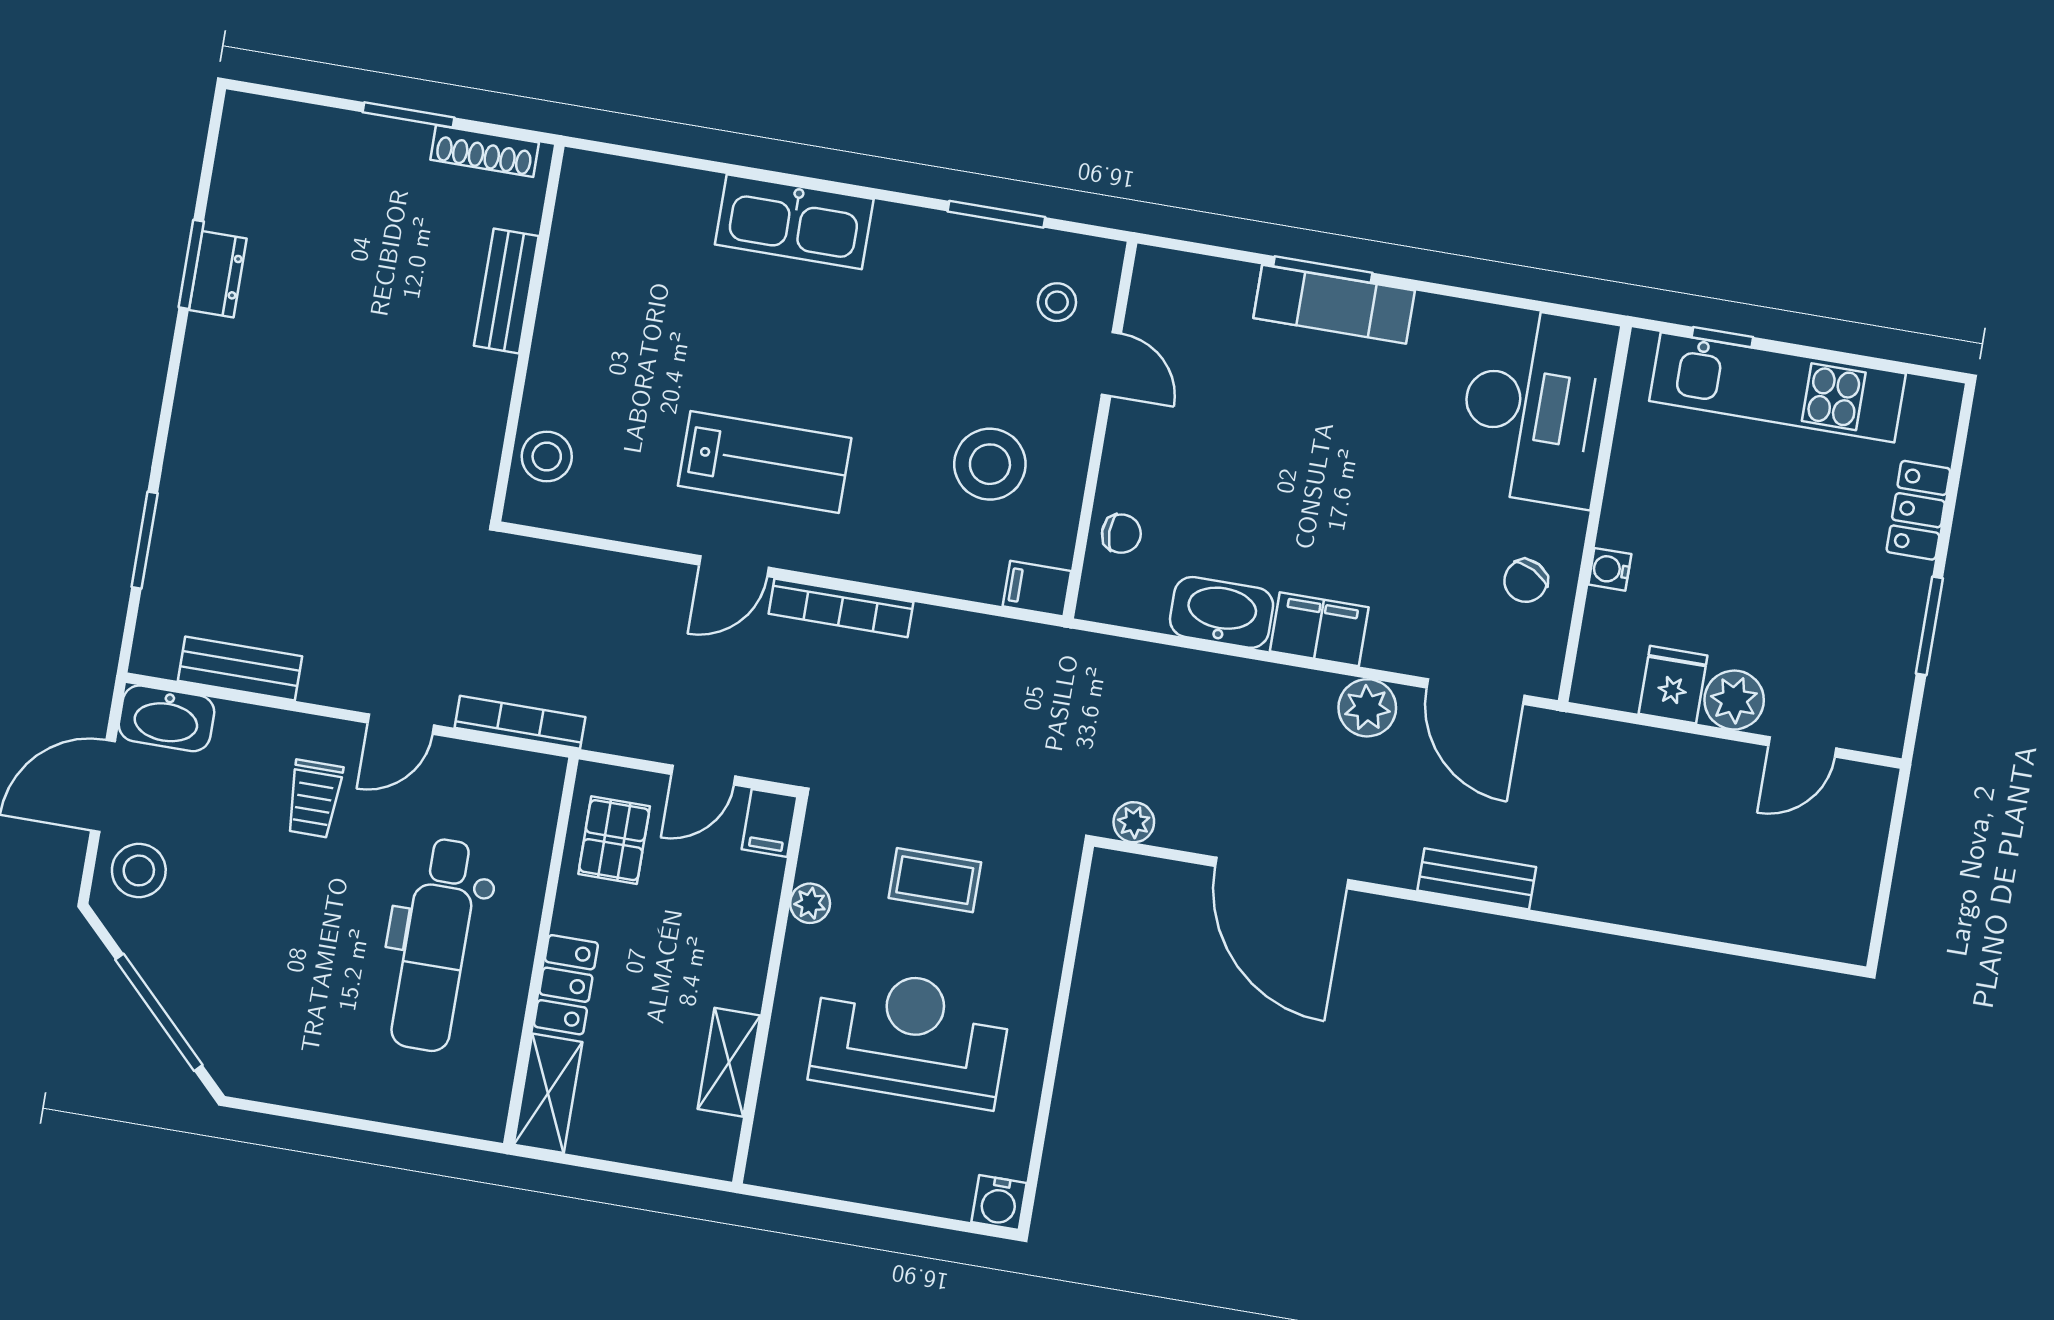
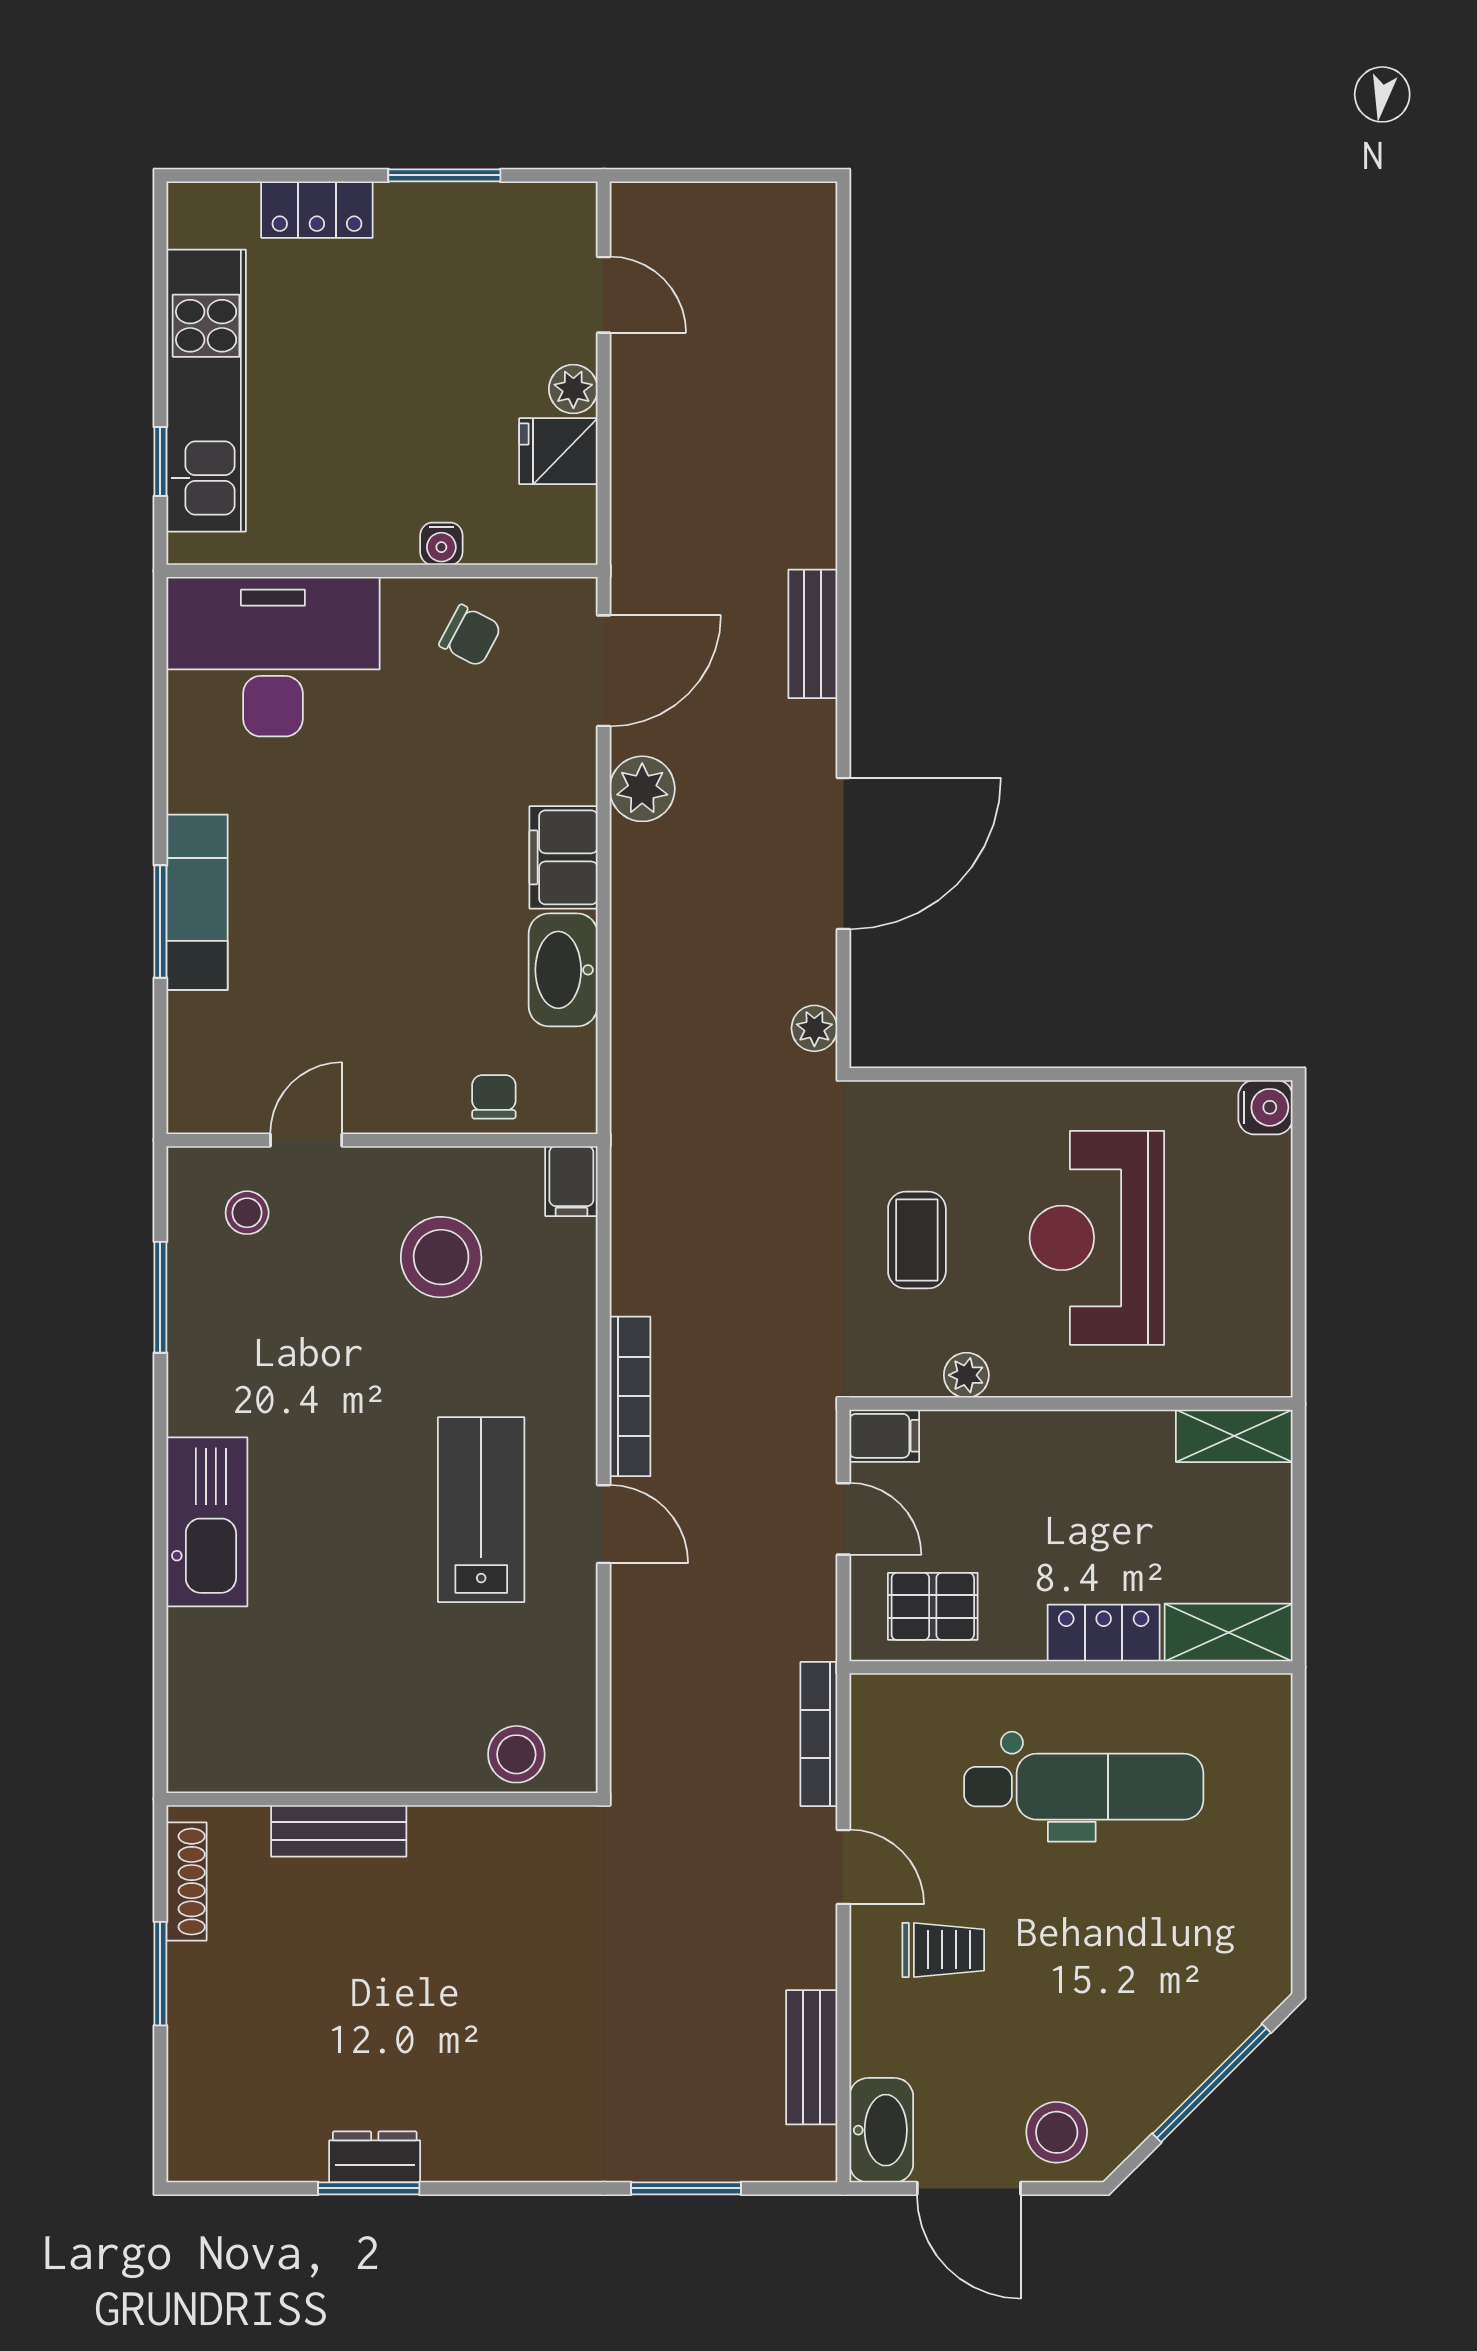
plant: (1734, 700) -> (573, 389), width x0.73, depth x0.73
shelving: (729, 1062) -> (1234, 1436), moved

